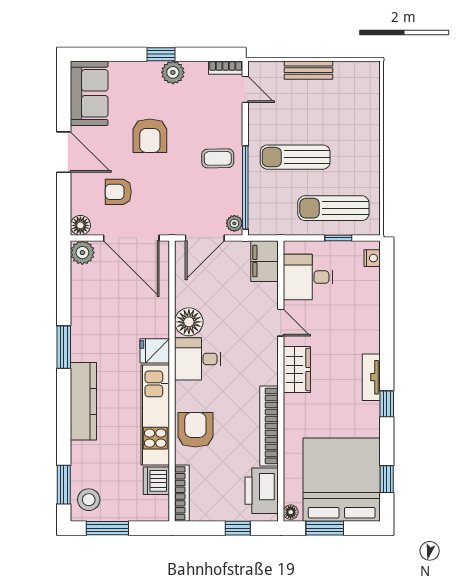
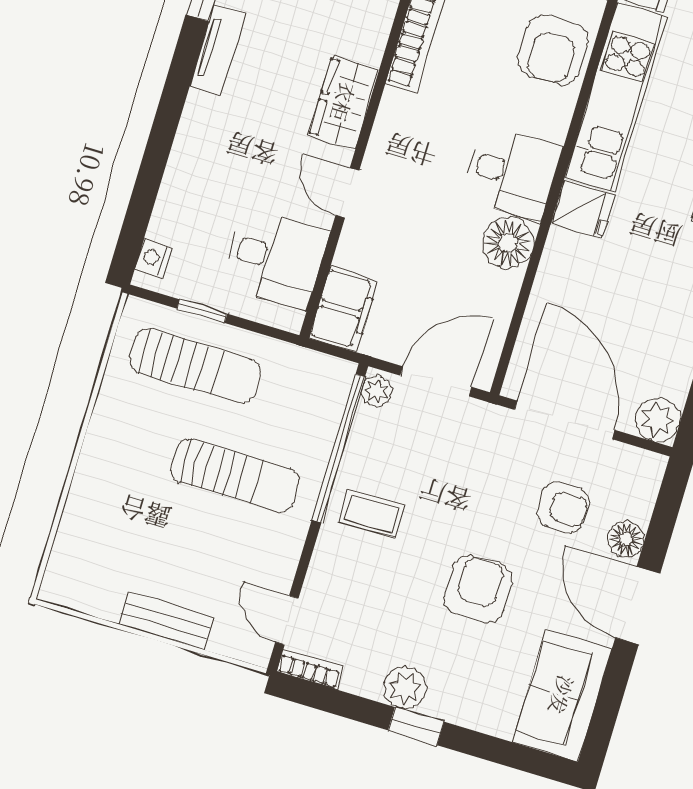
floor lamp: (80, 225) -> (626, 539), moved

